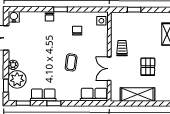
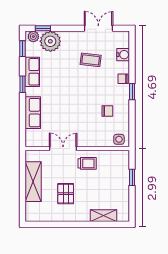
water cooler: (14, 17) -> (123, 55), moved
coffee table: (71, 62) -> (91, 60), moved
plant: (13, 65) -> (33, 37), moved
pallet: (148, 67) -> (66, 194), turned 90
row of seats: (94, 95) -> (33, 113), moved

